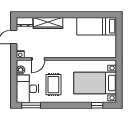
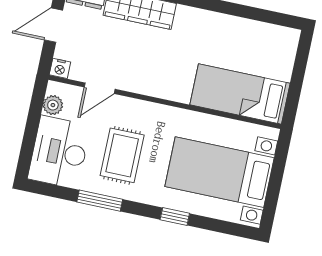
bed: (97, 26) -> (240, 94), moved
window: (31, 105) -> (100, 201), moved
window: (97, 105) -> (175, 217), moved

